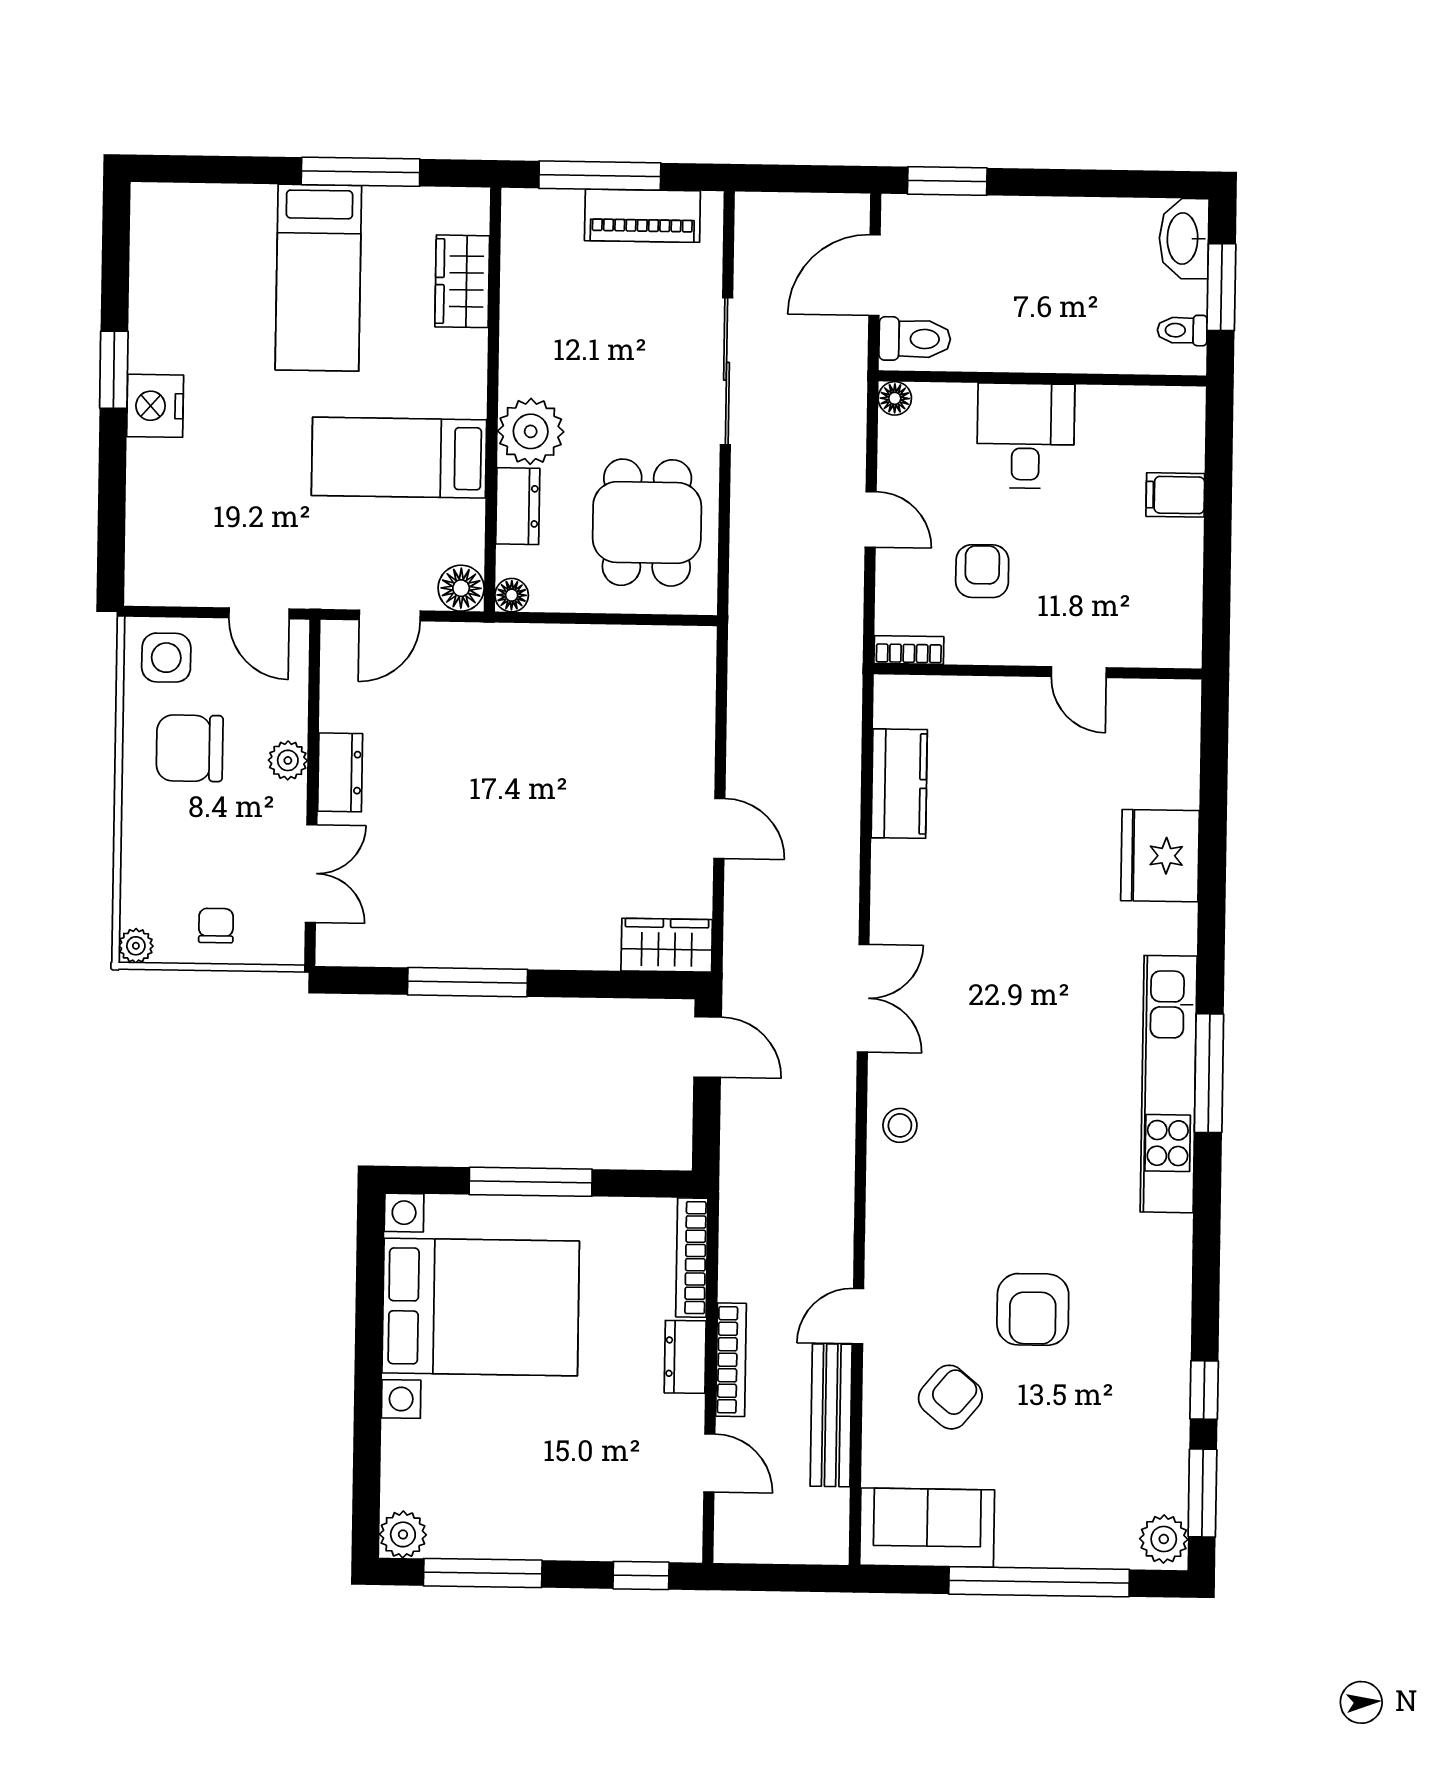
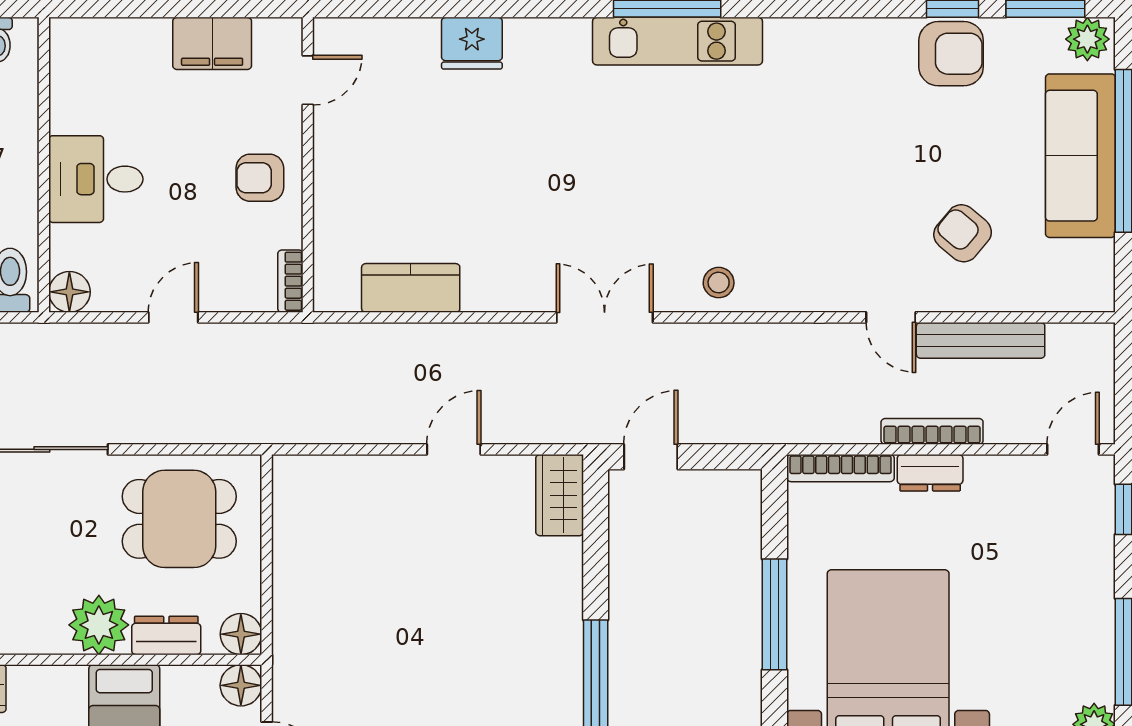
floor lamp: (895, 398) -> (69, 292), width x1.37, depth x1.37
filing cabinet: (1175, 495) -> (212, 43), moved, width x2.00
armchair: (982, 571) -> (260, 178), moved
floor lamp: (512, 595) -> (241, 634), width x1.37, depth x1.37
door: (1079, 672) -> (308, 80), moved
fridge: (1160, 856) -> (472, 43), width x0.73, depth x0.75
kitchen unit: (1169, 1084) -> (678, 41), width x0.73
armchair: (1033, 1309) -> (951, 54), moved
door: (709, 1463) -> (1073, 449), moved
sofa: (927, 1528) -> (1080, 156), moved, width x1.36

